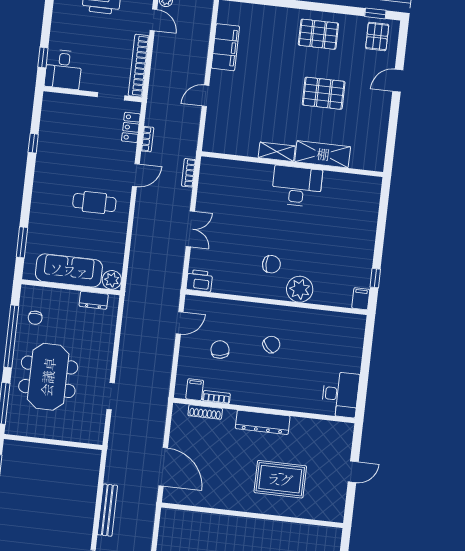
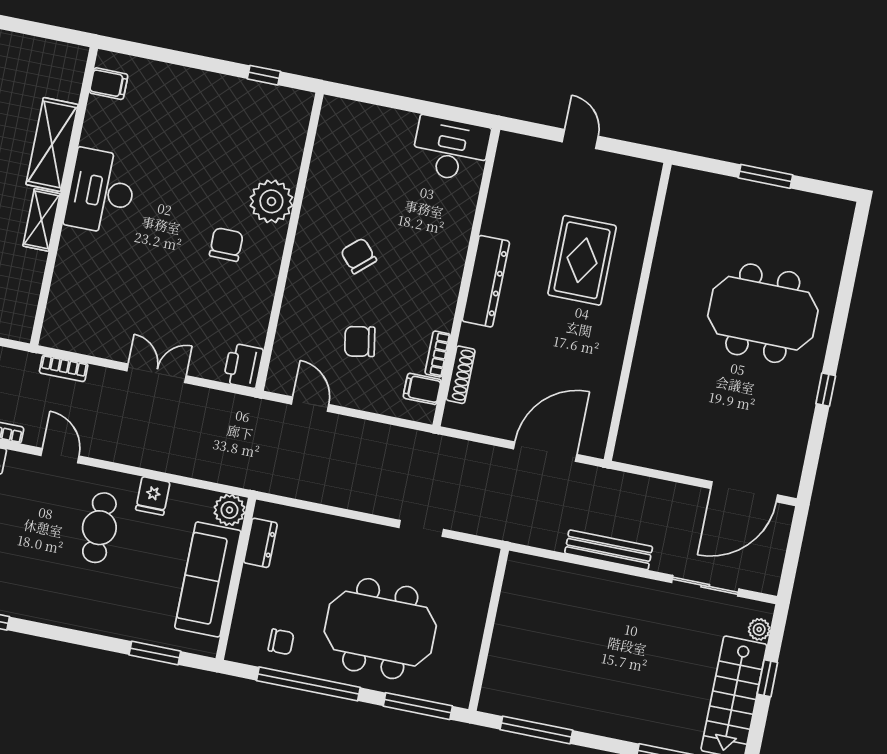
fridge: (116, 233) -> (153, 496), added
filing cabinet: (361, 299) -> (109, 84), moved, turned 180

